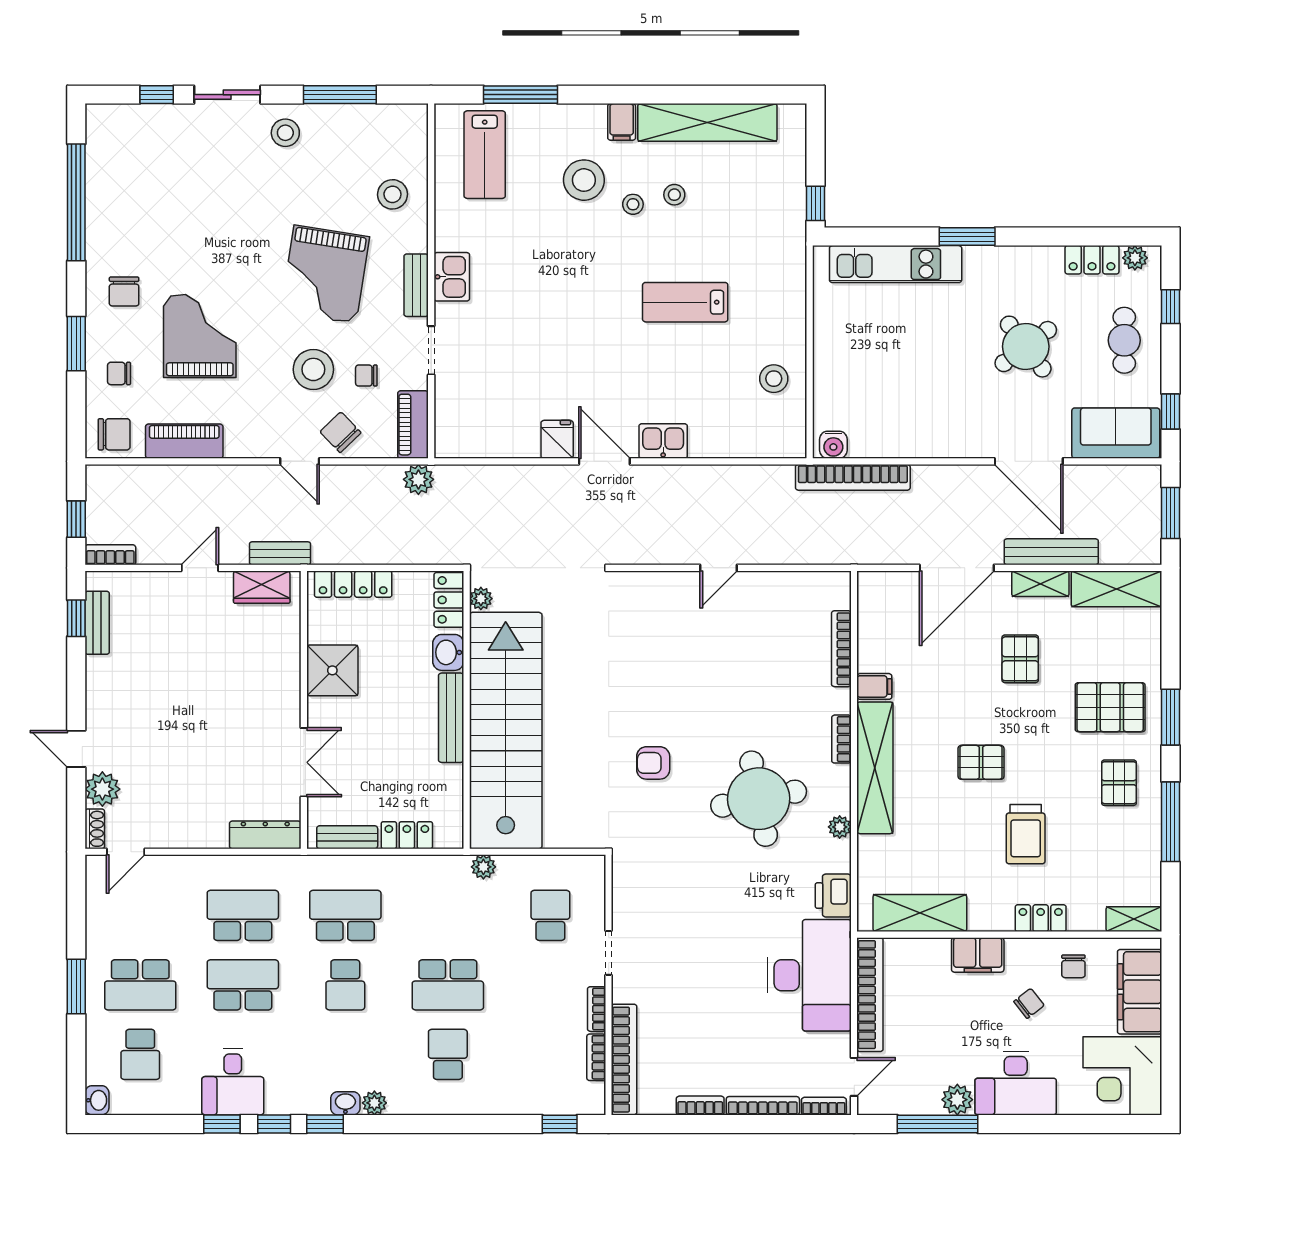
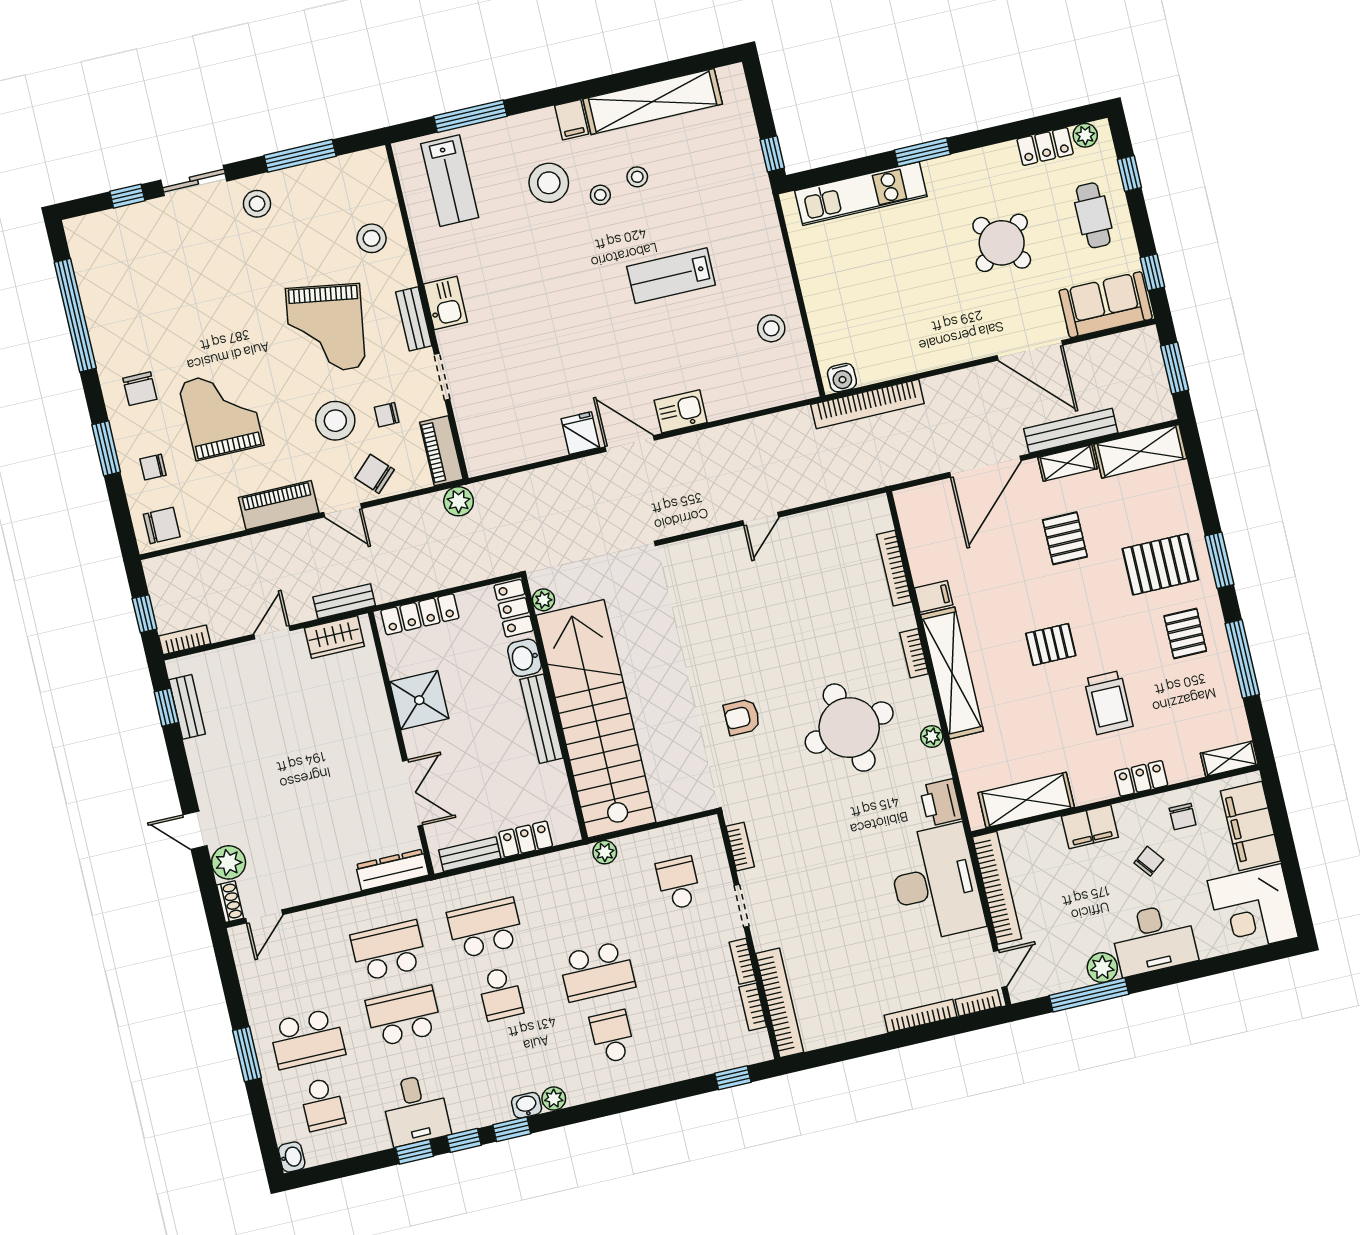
piano: (184, 441) -> (279, 505), moved
bookcase: (700, 1106) -> (740, 847), moved, turned 90

